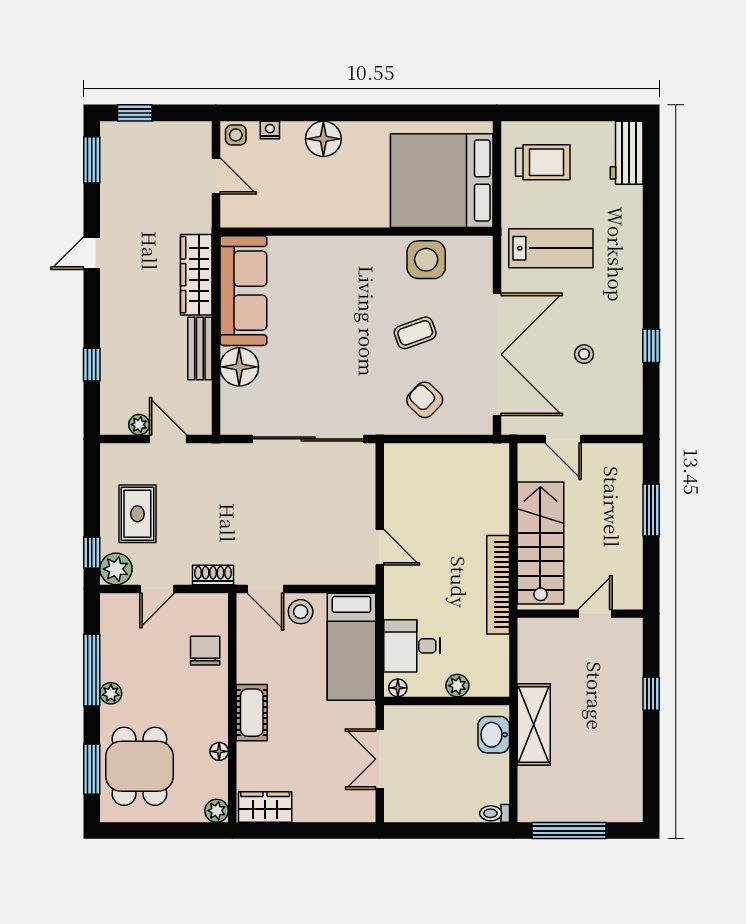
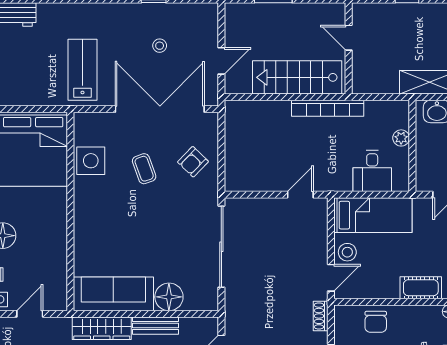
trolley: (543, 162) -> (20, 76), removed
chair: (205, 651) -> (376, 322), turned -90
floor lamp: (398, 688) -> (403, 181), removed

